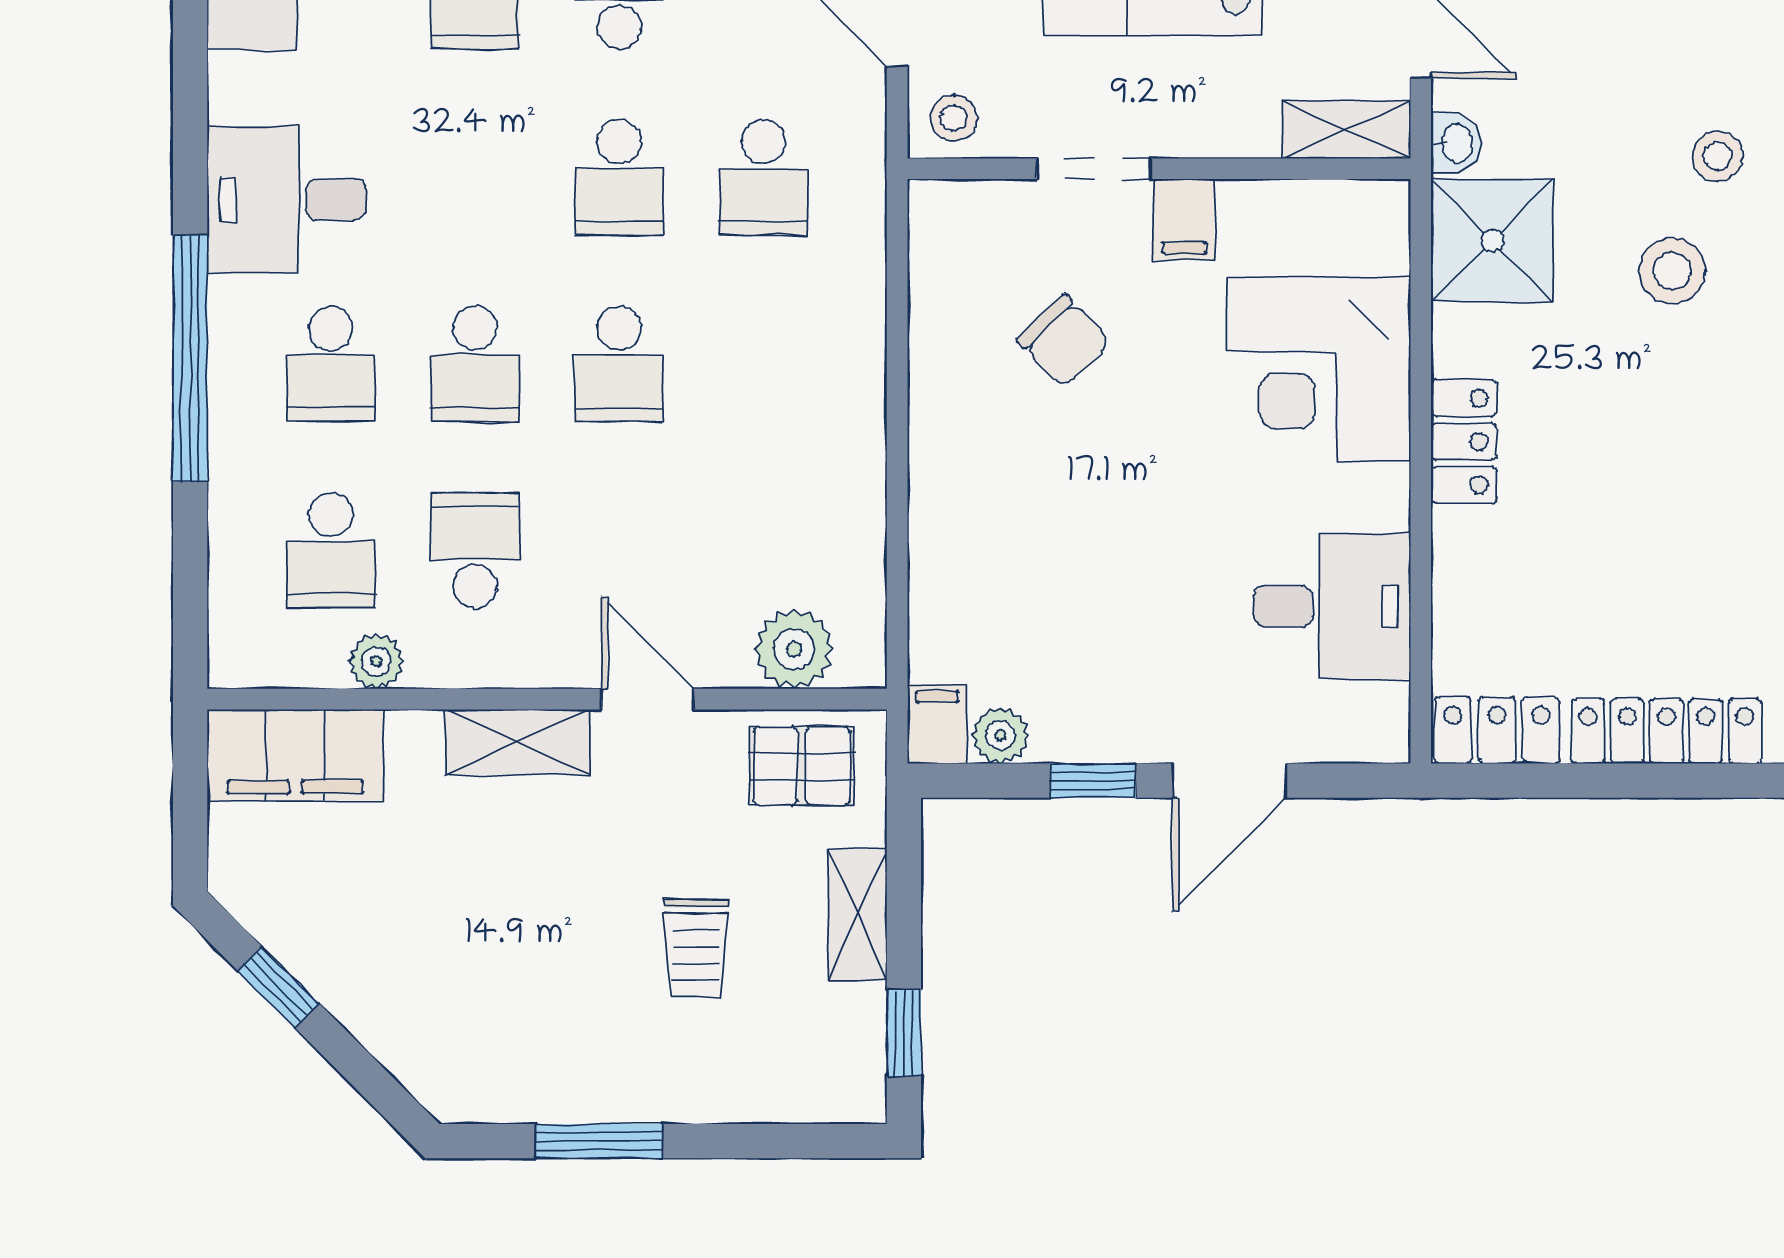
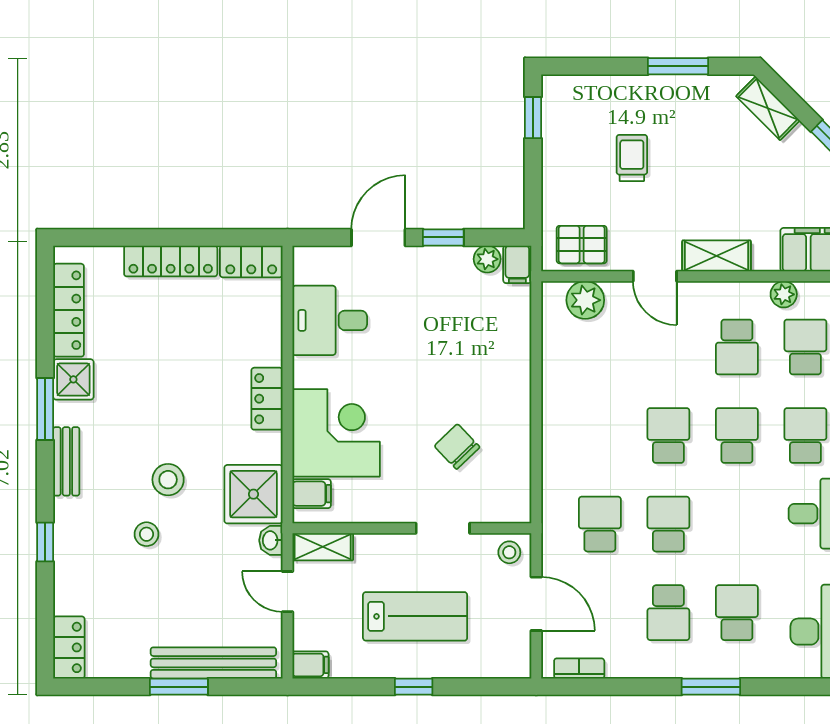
filing cabinet: (1184, 219) -> (312, 494), moved, turned 90
shelving: (857, 915) -> (768, 108), moved, turned -45

